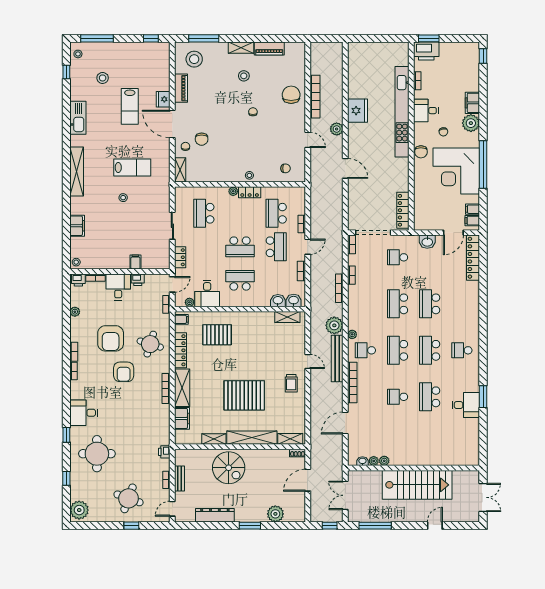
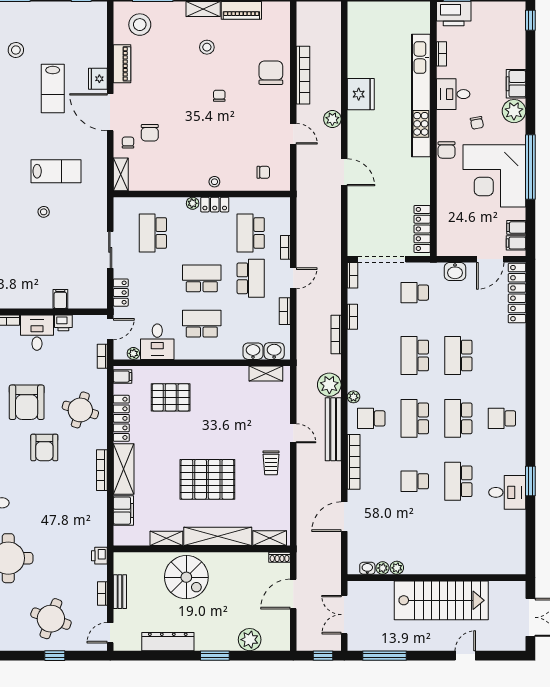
school desk: (240, 247) -> (202, 278), turned 180

